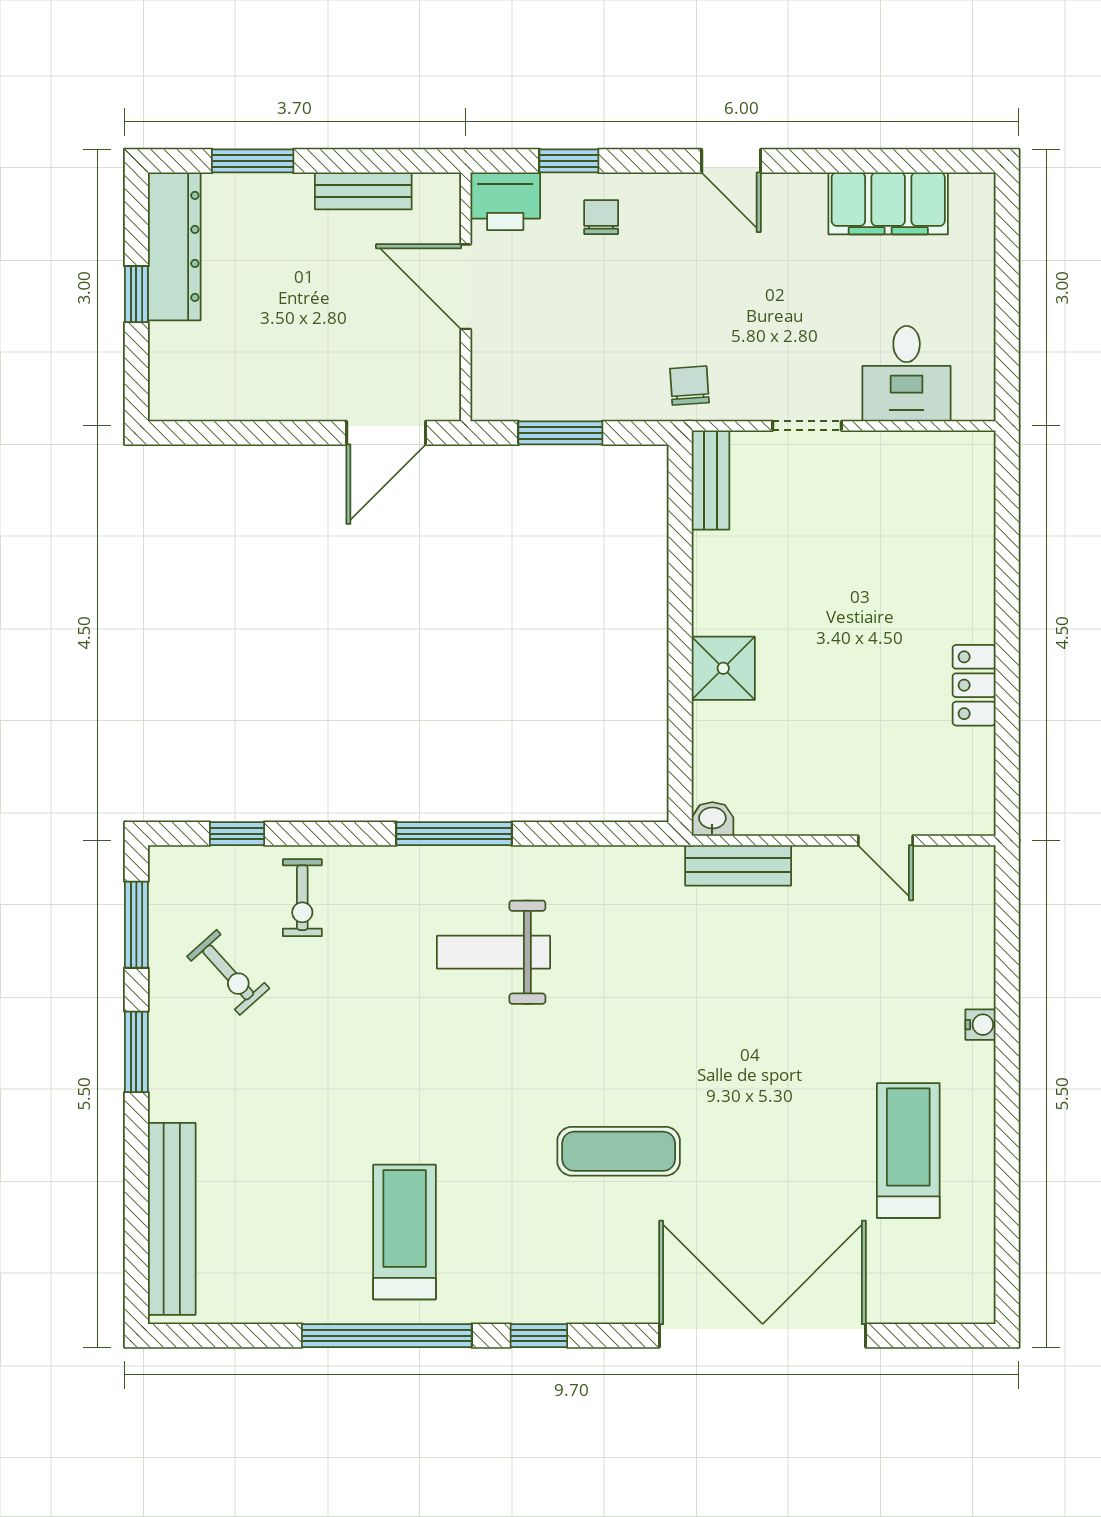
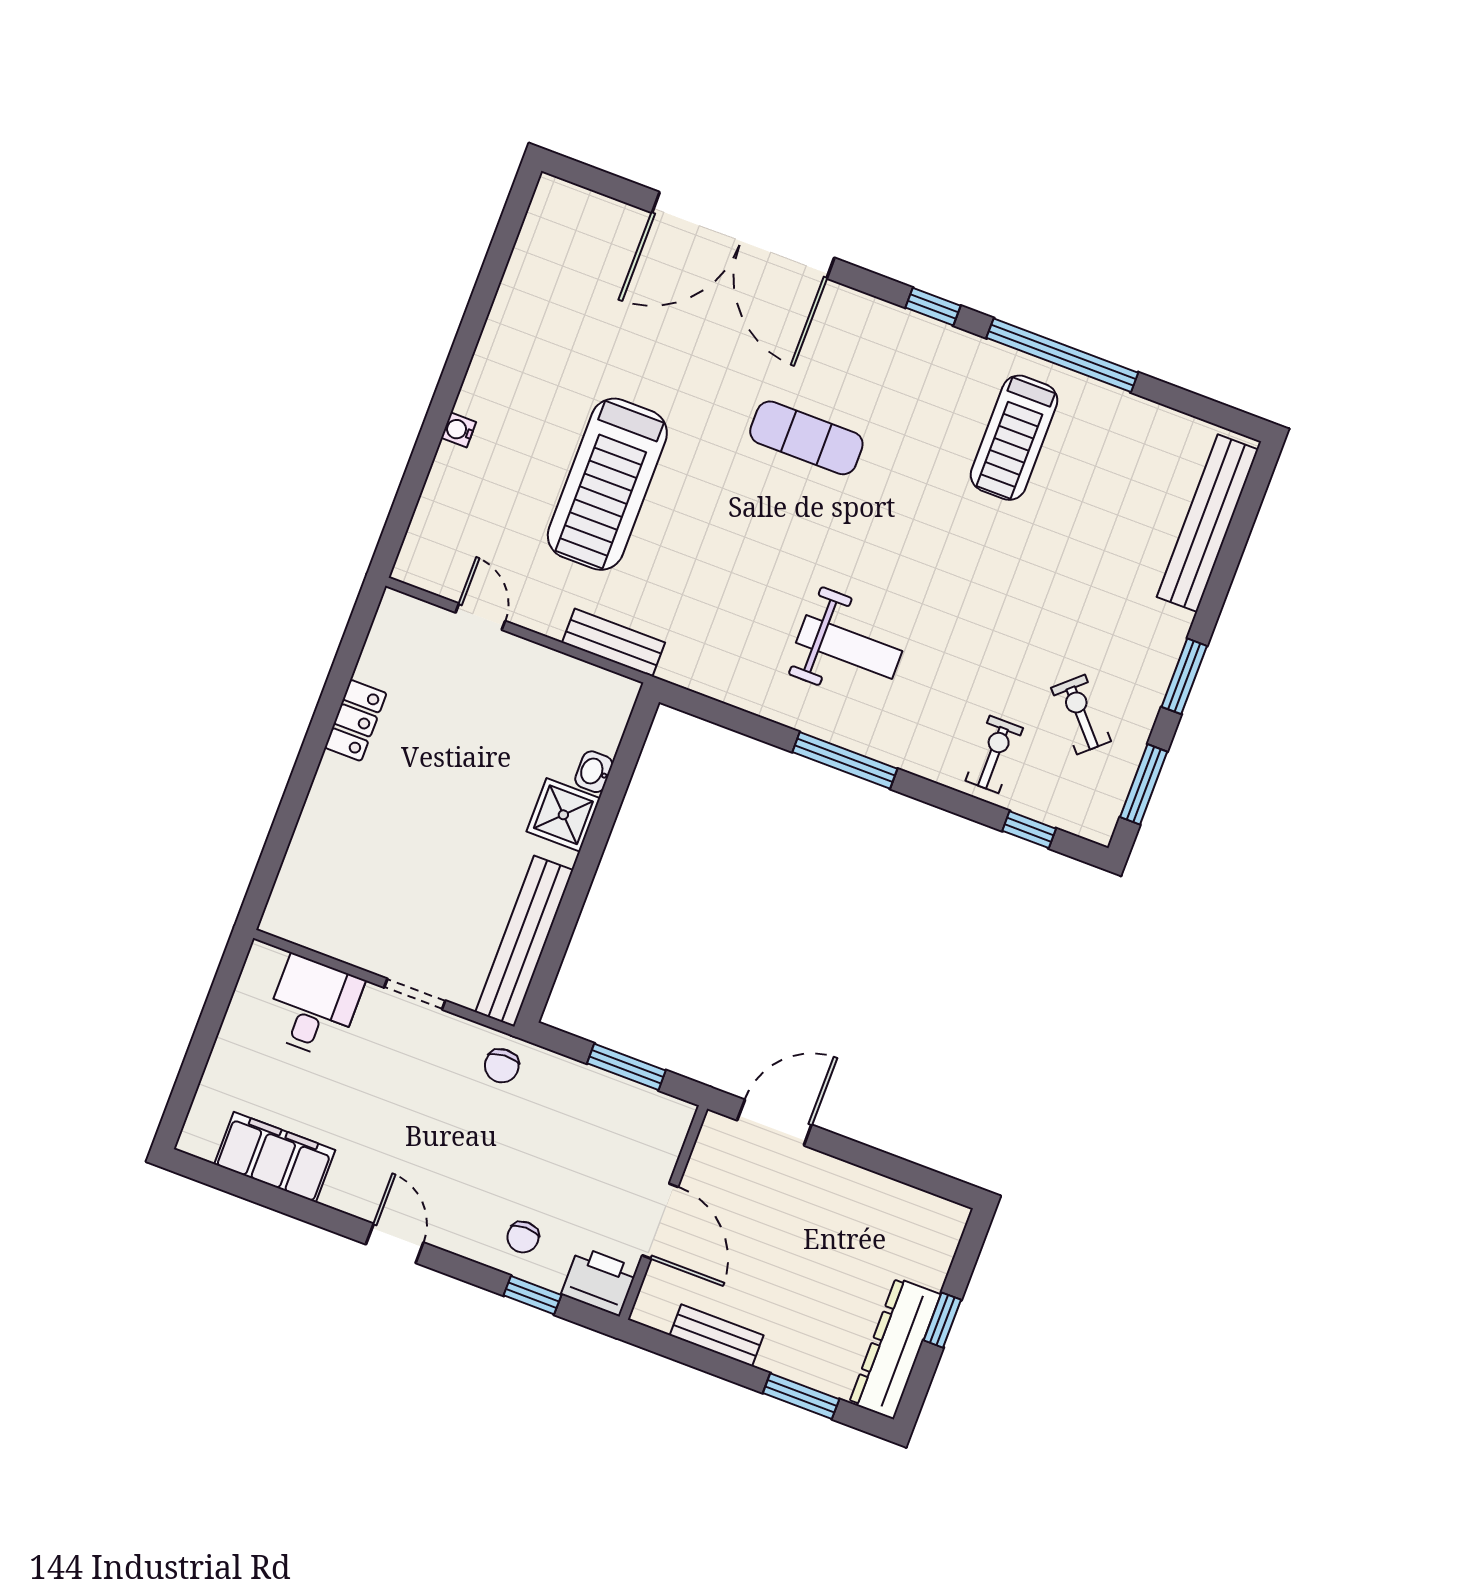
bench: (710, 480) -> (524, 941), width x1.86, depth x1.21
washbasin: (712, 819) -> (594, 772), moved, turned 90
treadmill: (908, 1150) -> (607, 484), moved, width x1.37, depth x1.38

